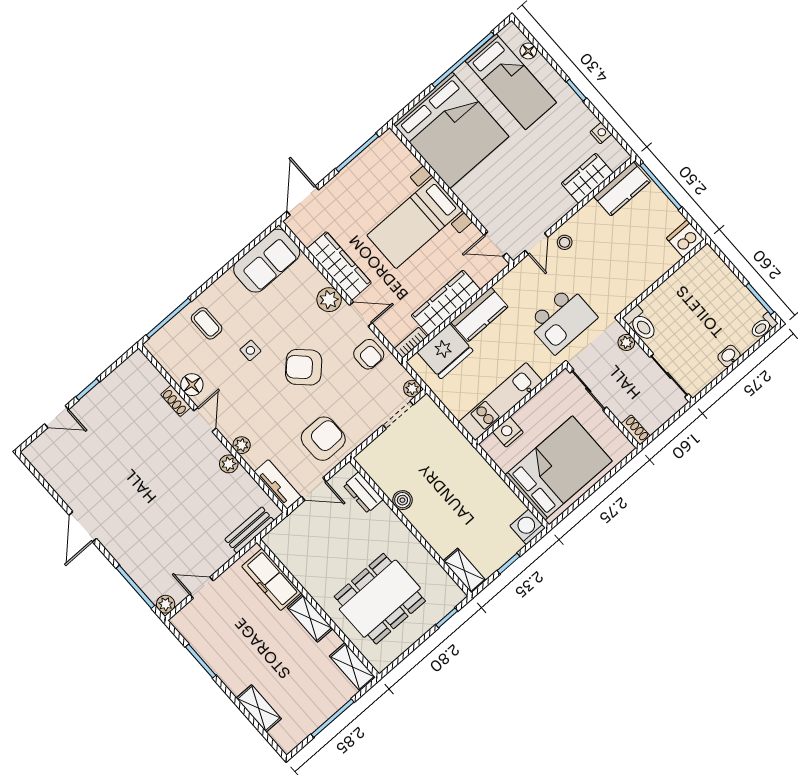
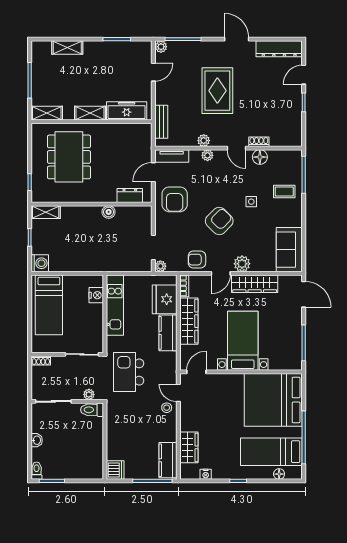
bed: (559, 468) -> (49, 305), width x0.67
dresser: (52, 470) -> (279, 49), added
rug: (159, 498) -> (217, 91), added

